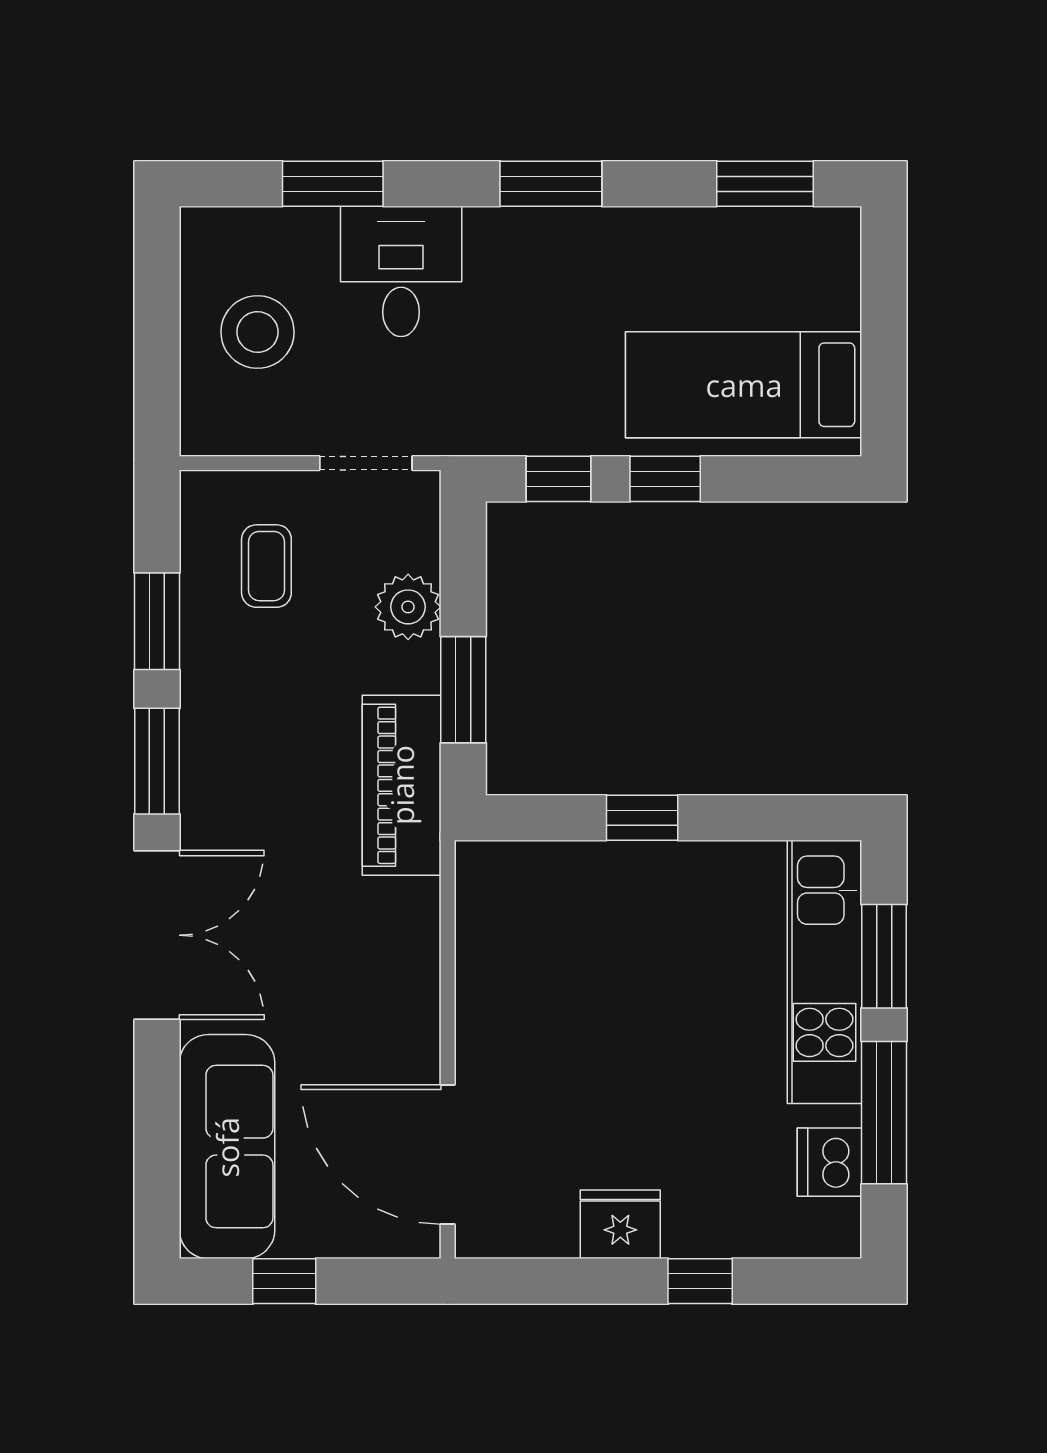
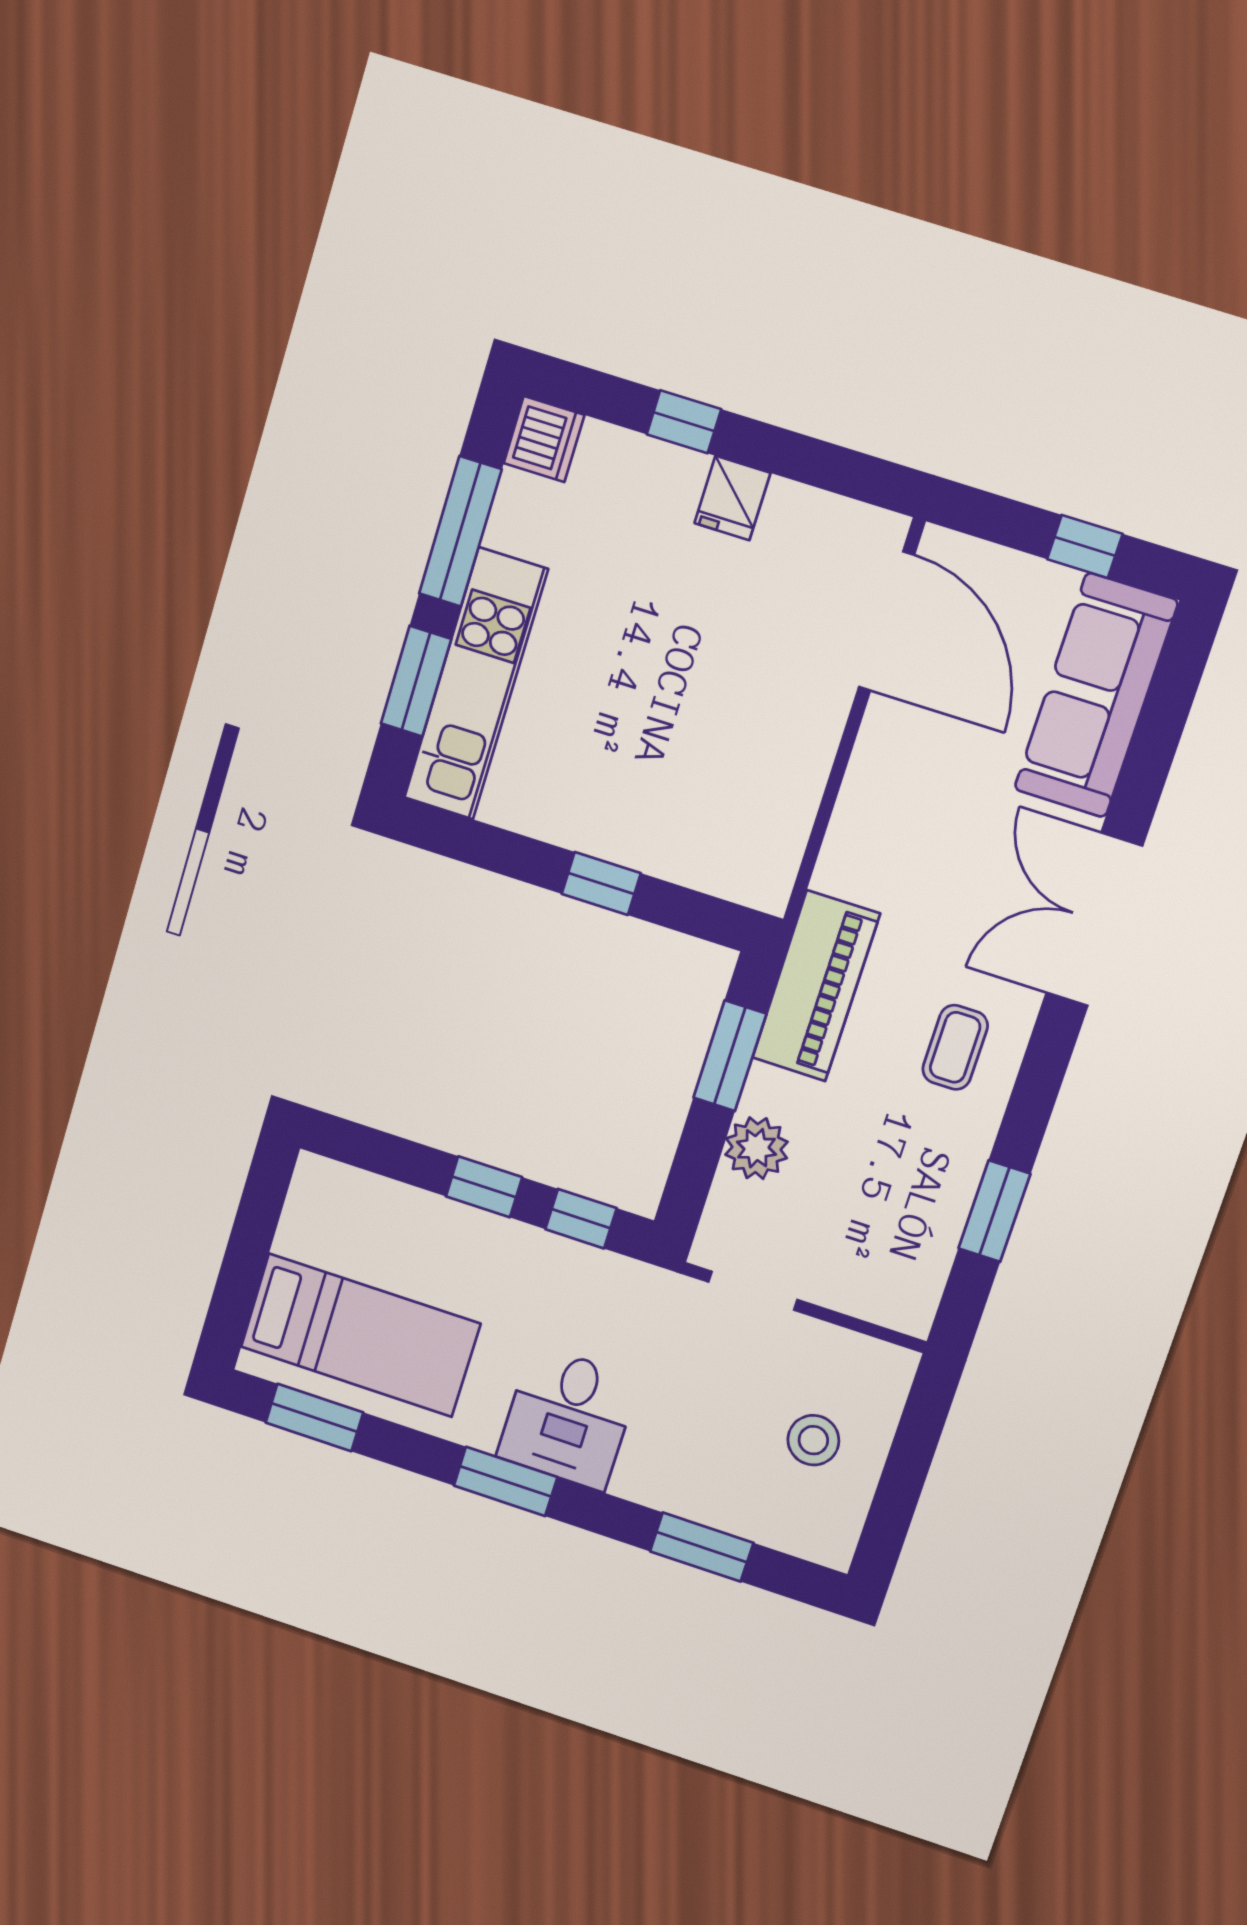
desk: (401, 271) -> (568, 1418), moved
stool: (257, 332) -> (813, 1440), width x0.73, depth x0.73
bed: (744, 385) -> (360, 1335), moved
coffee table: (266, 566) -> (955, 1047), moved
window: (157, 761) -> (1038, 1082), removed
dishwasher: (829, 1162) -> (544, 439), moved
fridge: (620, 1224) -> (732, 498), width x0.72

